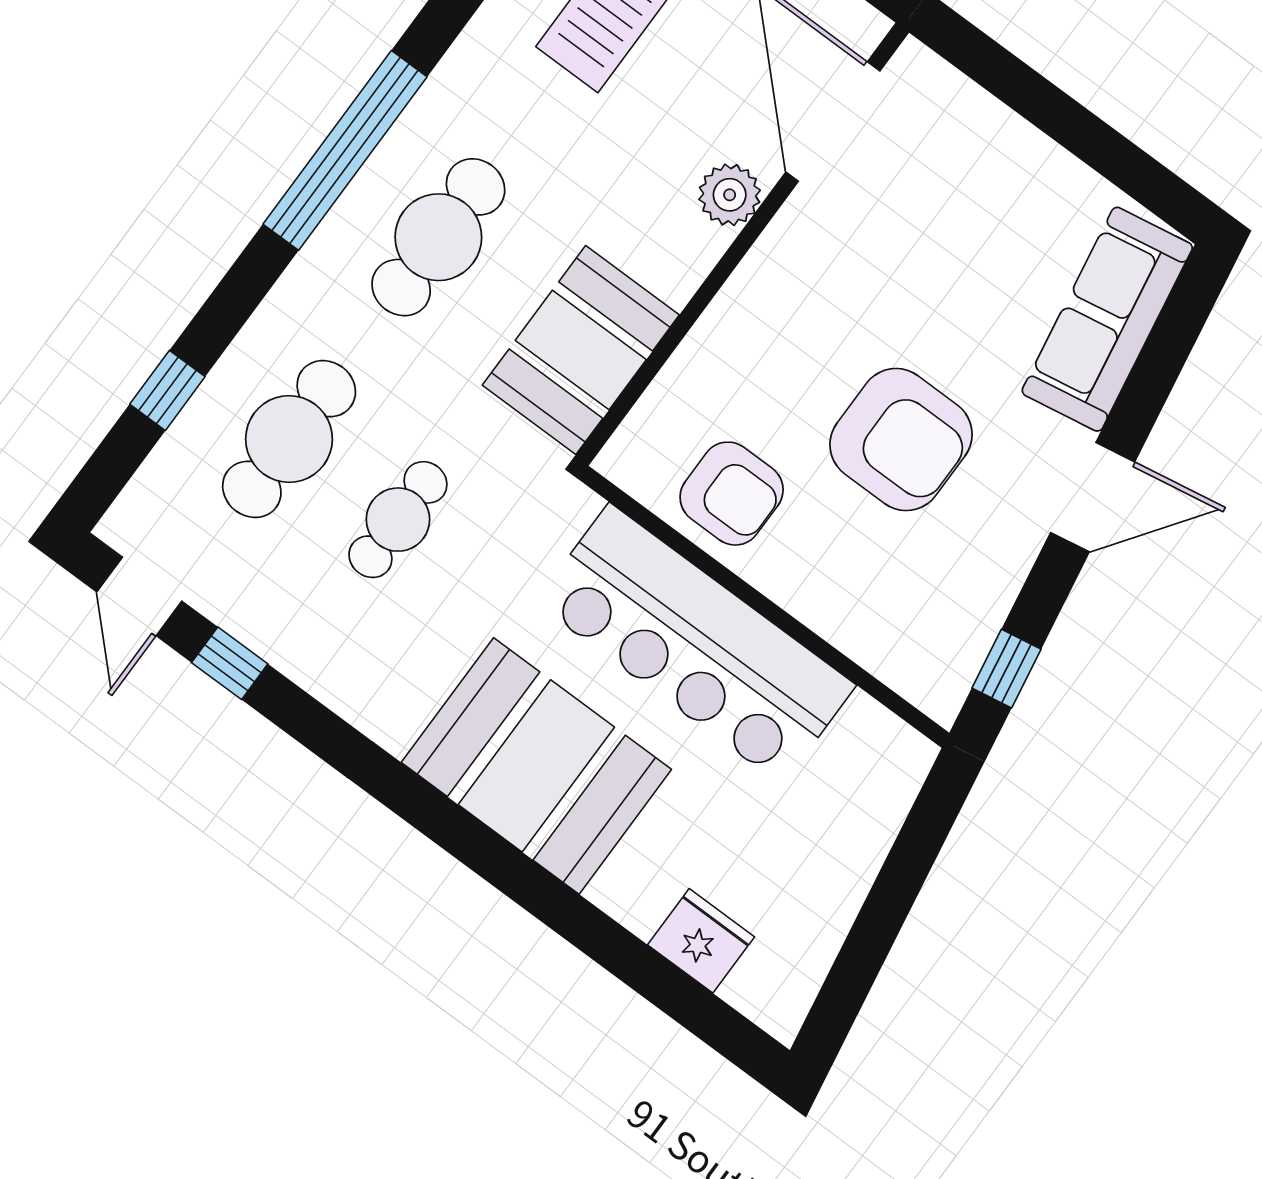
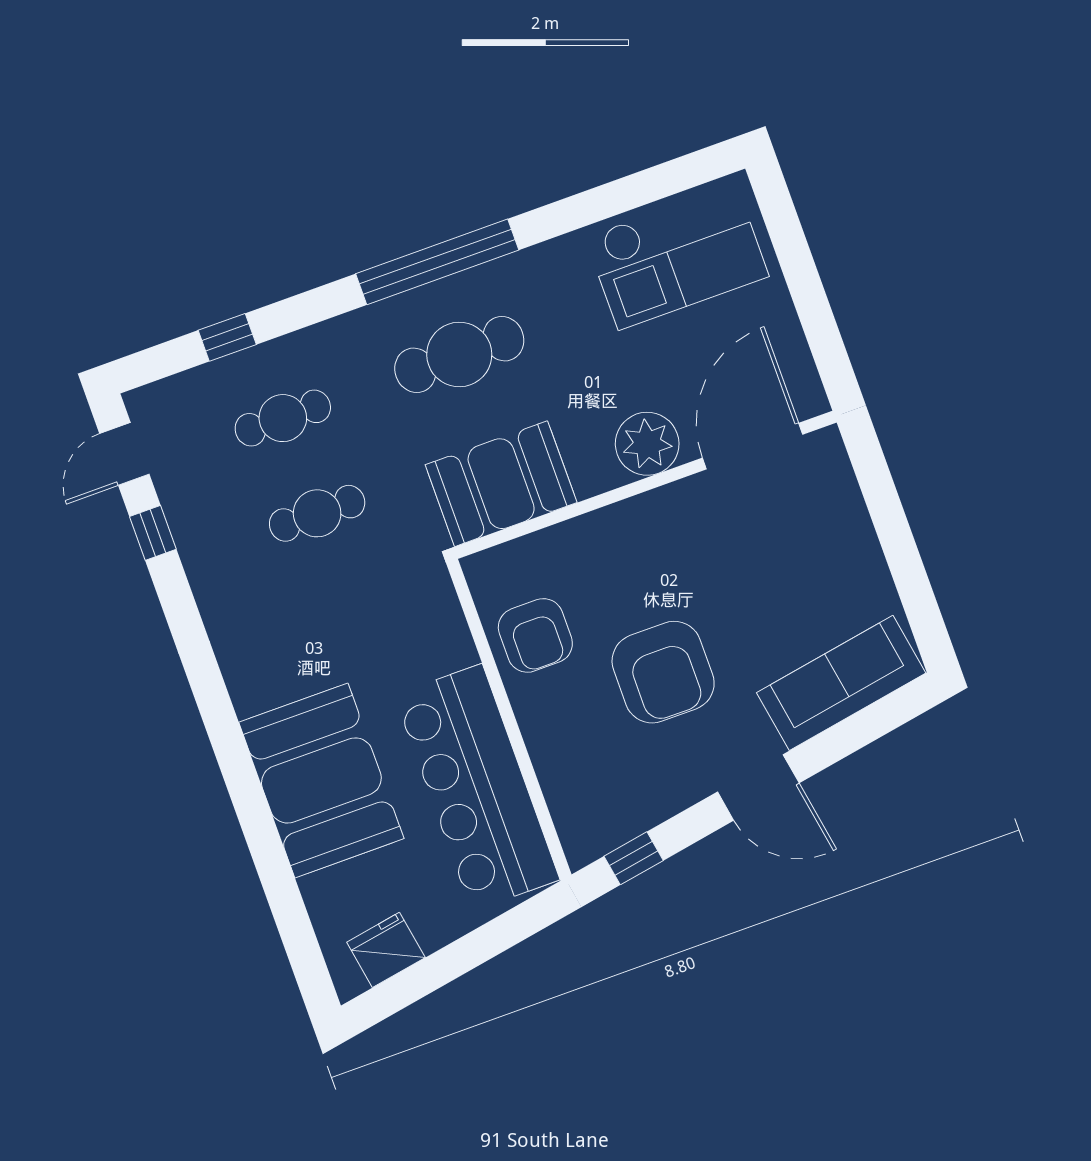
plant: (730, 195) -> (647, 444), width x1.36, depth x1.36
cafe table: (289, 439) -> (283, 418), width x0.73, depth x0.74
bar counter: (696, 644) -> (477, 787), moved
booth: (536, 766) -> (321, 780), moved
fridge: (701, 941) -> (386, 950), moved, turned -100

